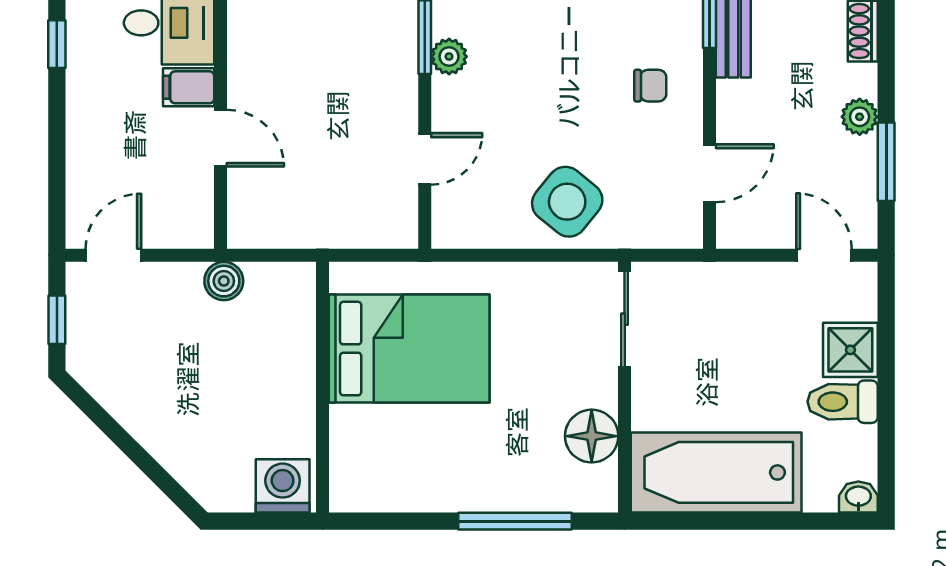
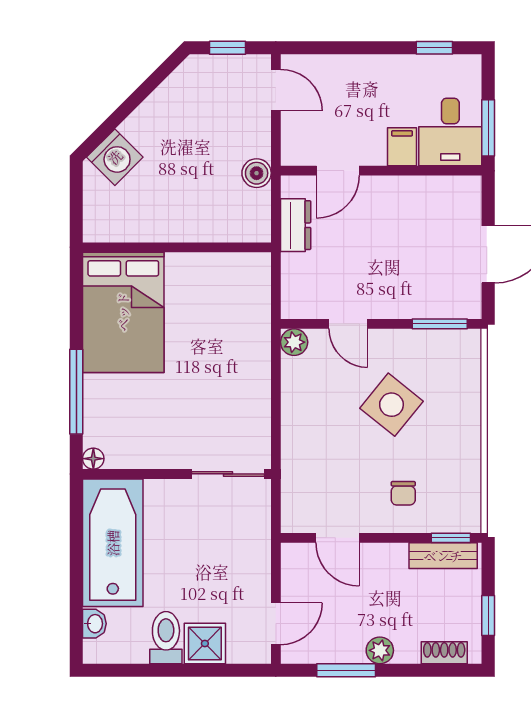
plant: (449, 56) -> (294, 342), moved
door: (221, 138) -> (338, 171), moved
side table: (567, 202) -> (391, 405), moved
dresser: (293, 229) -> (296, 225), added
bed: (409, 349) -> (123, 312), moved
floor lamp: (592, 436) -> (93, 459), moved, width x0.53, depth x0.53
washing machine: (283, 486) -> (115, 157), moved, turned 45
washbasin: (858, 497) -> (94, 624), moved

